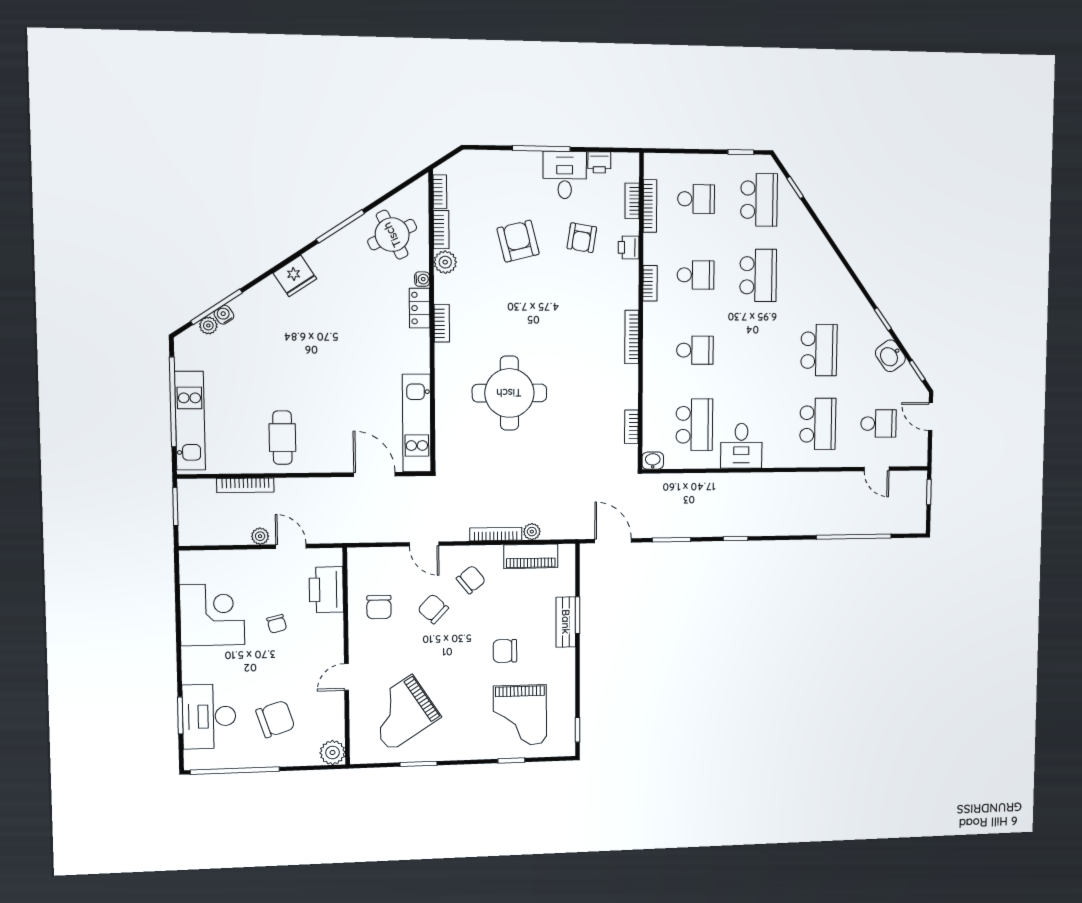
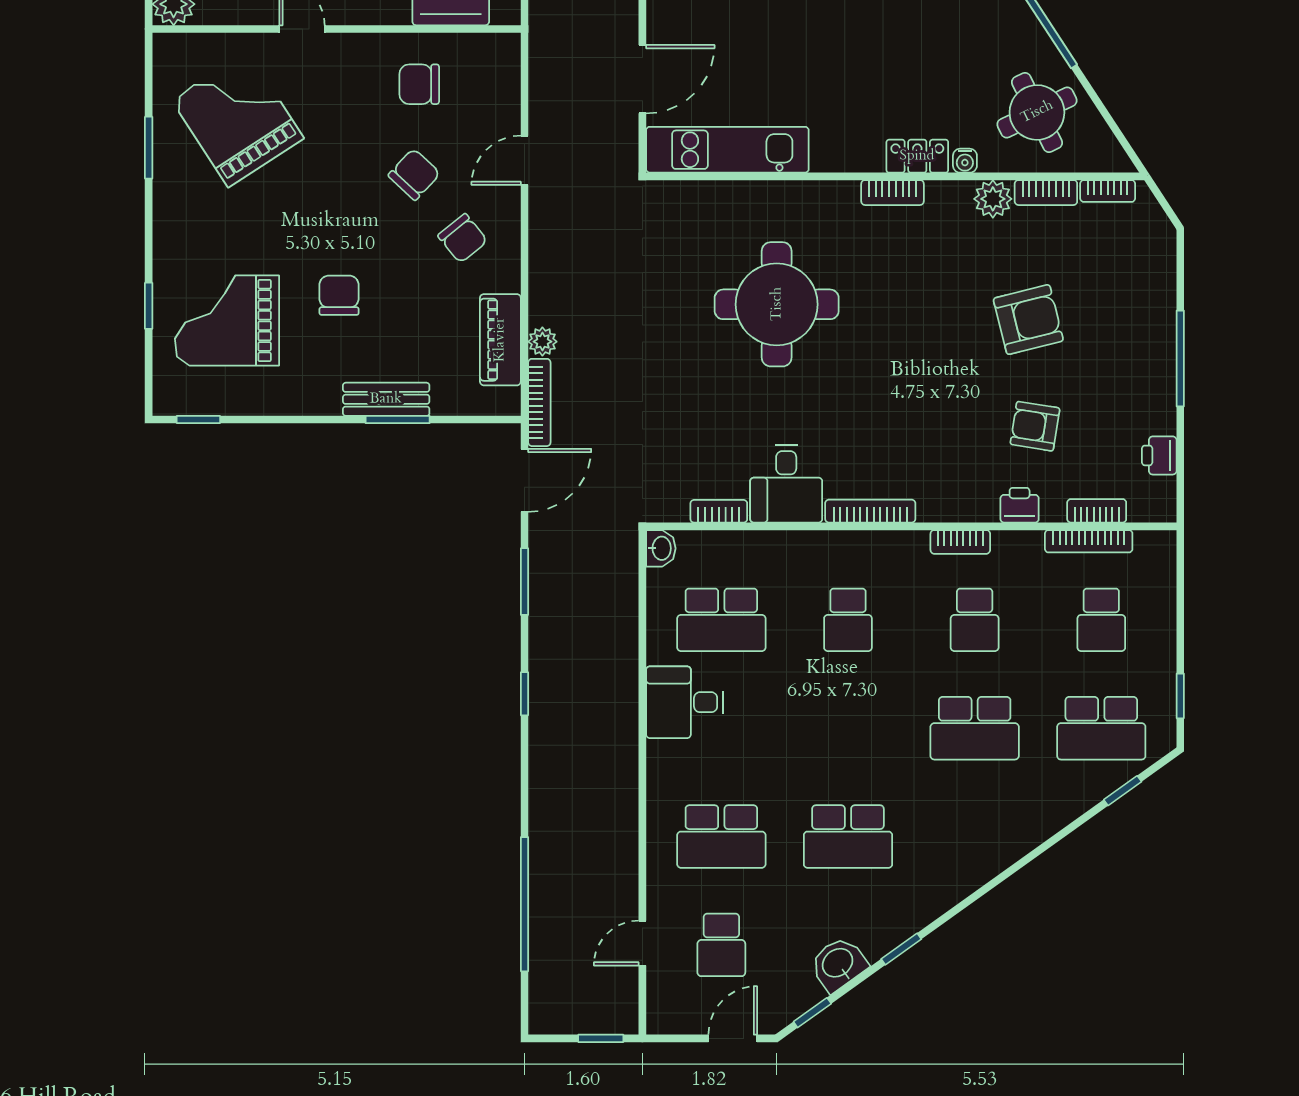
desk: (565, 175) -> (786, 484), moved, turned 90
bookcase: (496, 534) -> (539, 402), moved

